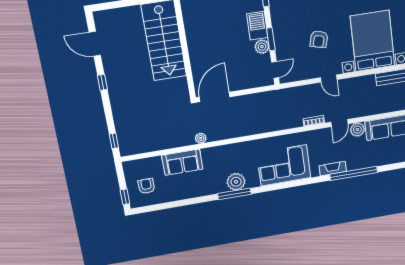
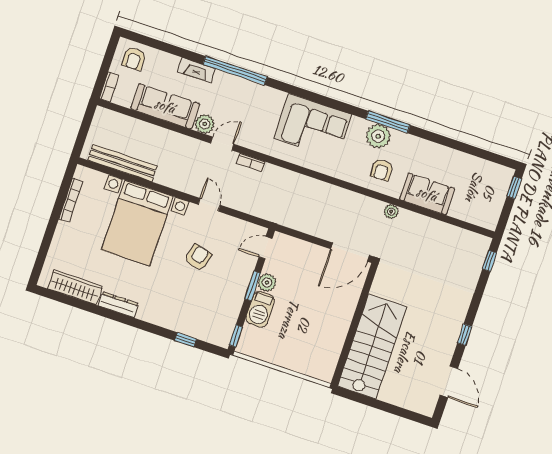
fireplace: (333, 169) -> (197, 70), moved
armchair: (146, 186) -> (382, 170), moved

